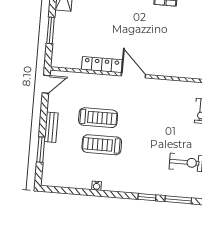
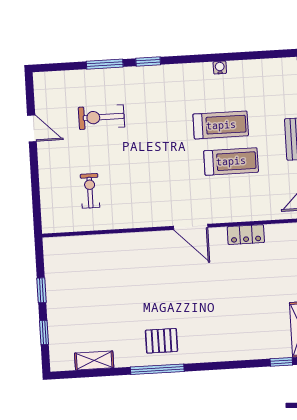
locker: (102, 65) -> (246, 235), width x0.66
treadmill: (98, 118) -> (231, 161), turned 180

